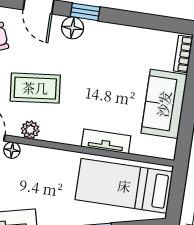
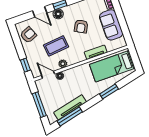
armchair: (104, 76) -> (81, 26), added

